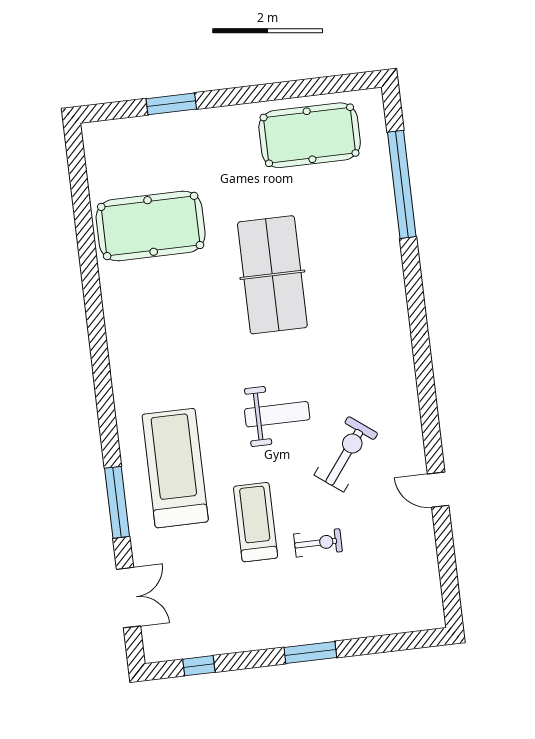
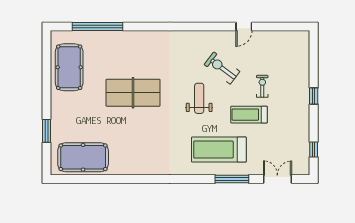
pool table: (151, 226) -> (83, 157), moved, turned 90
window: (310, 652) -> (314, 96), width x0.67

